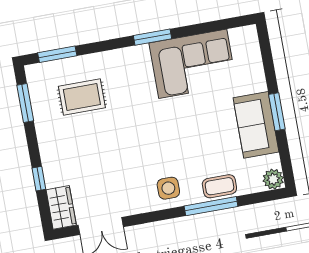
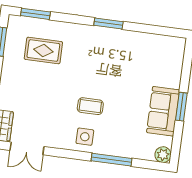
corner sofa: (193, 64) -> (131, 52), removed
coffee table: (219, 186) -> (90, 106), moved

